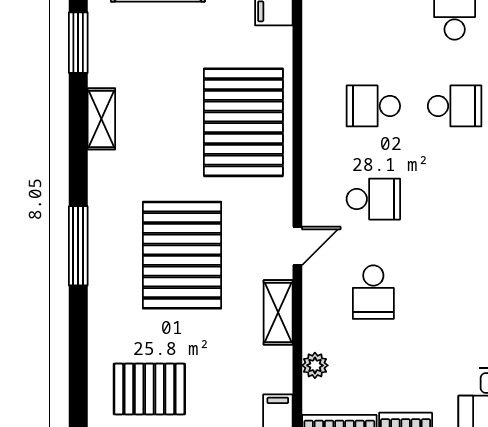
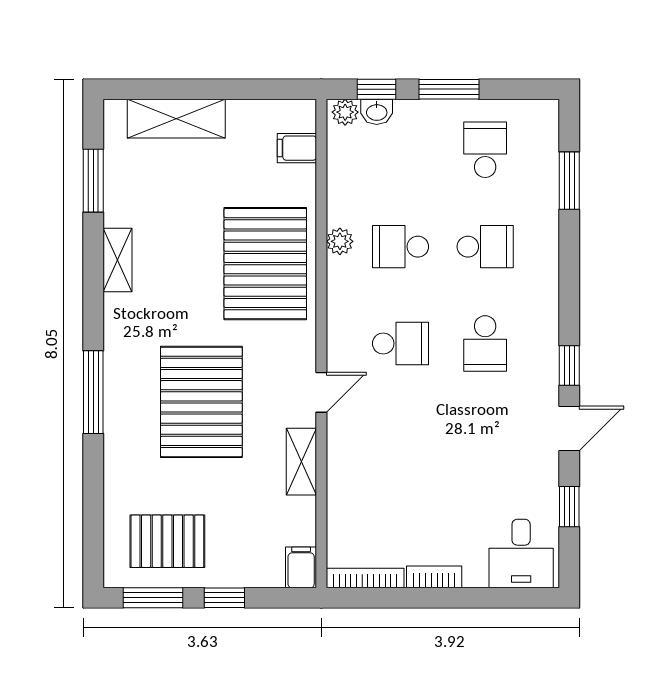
school desk: (373, 292) -> (485, 344), moved
plant: (315, 365) -> (340, 241), moved

